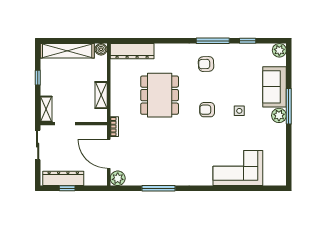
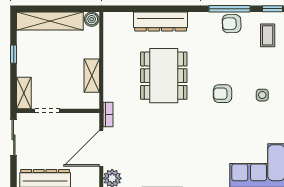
dresser: (132, 51) -> (161, 22), moved
coffee table: (244, 62) -> (268, 35), added
armchair: (206, 64) -> (232, 24), moved
door: (109, 154) -> (101, 148), hinge flipped

